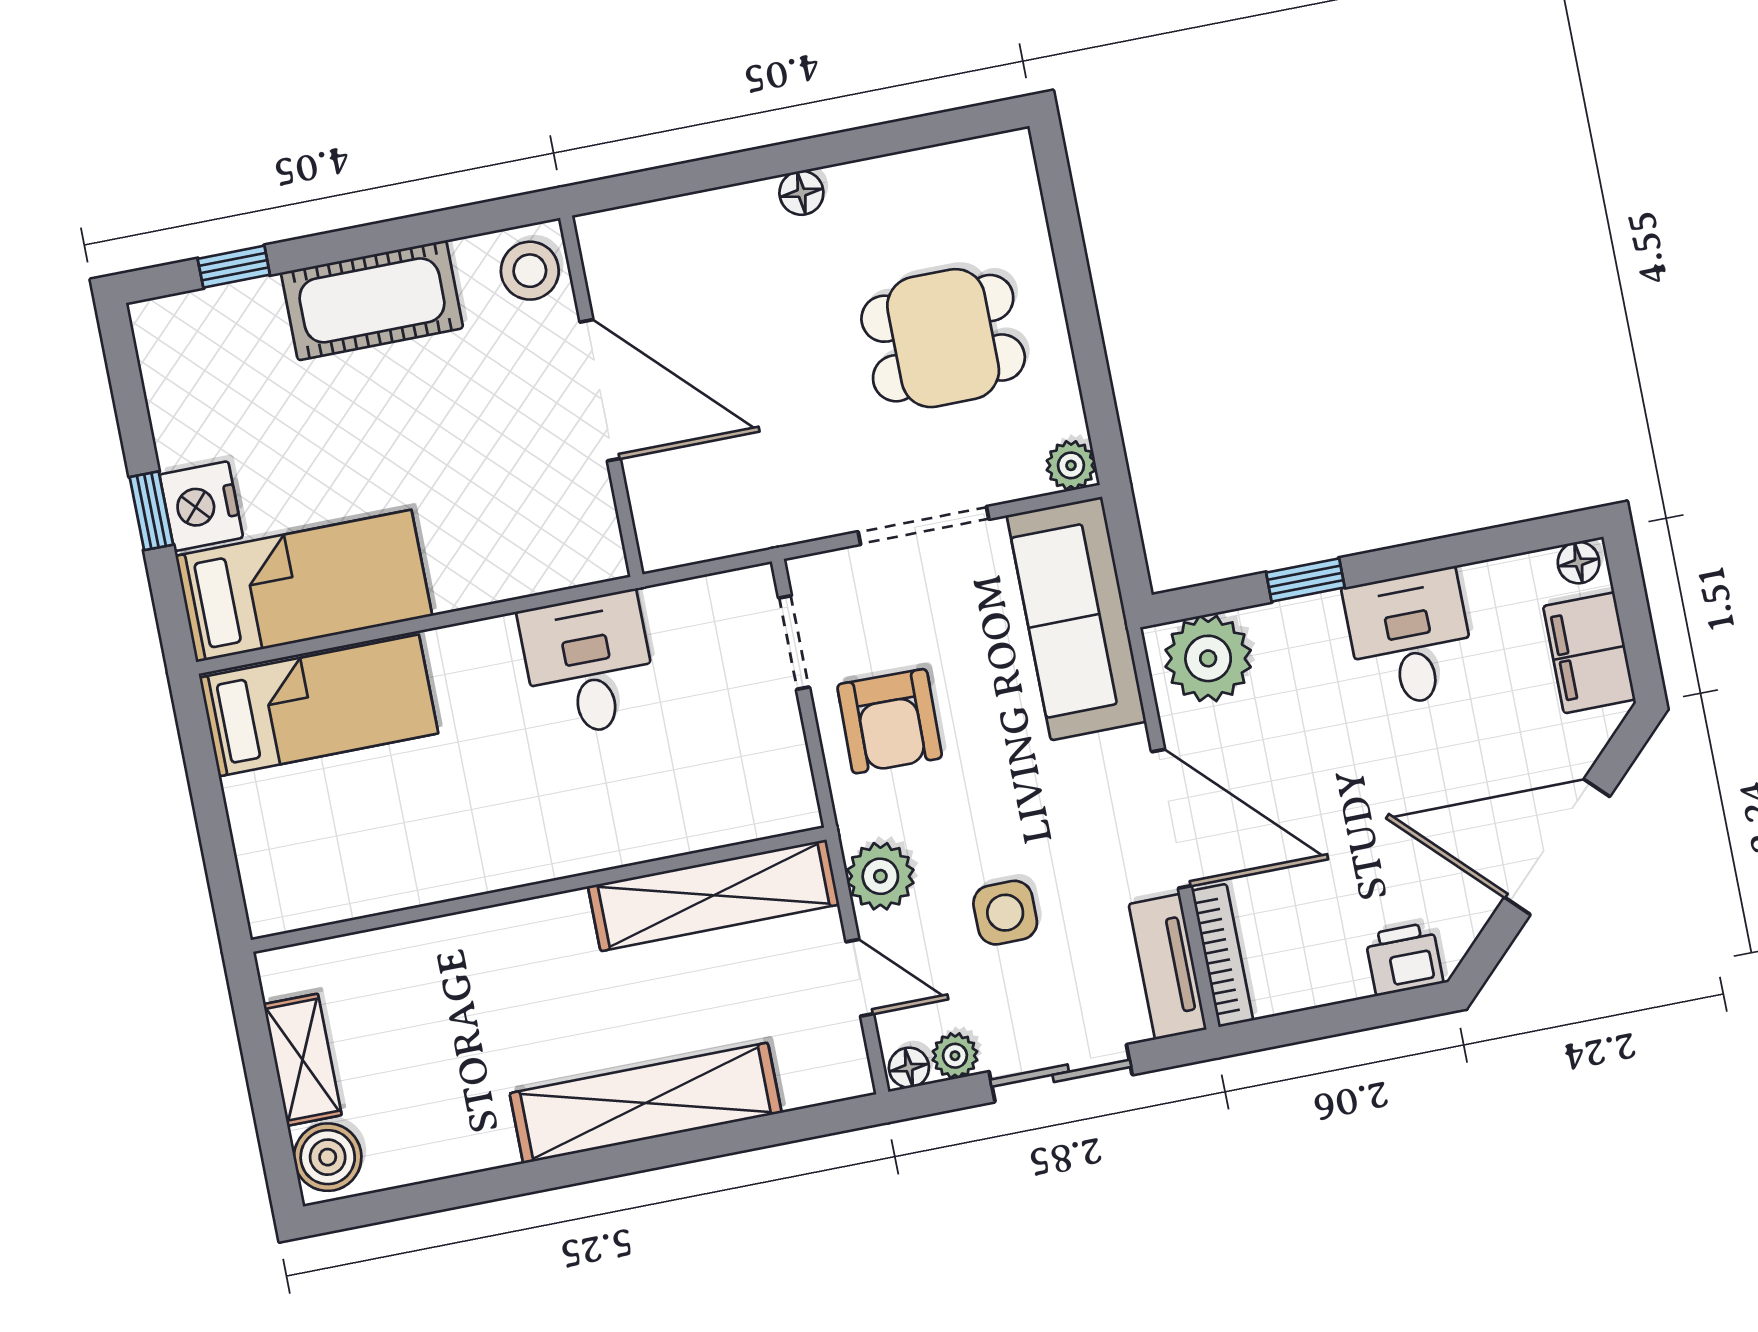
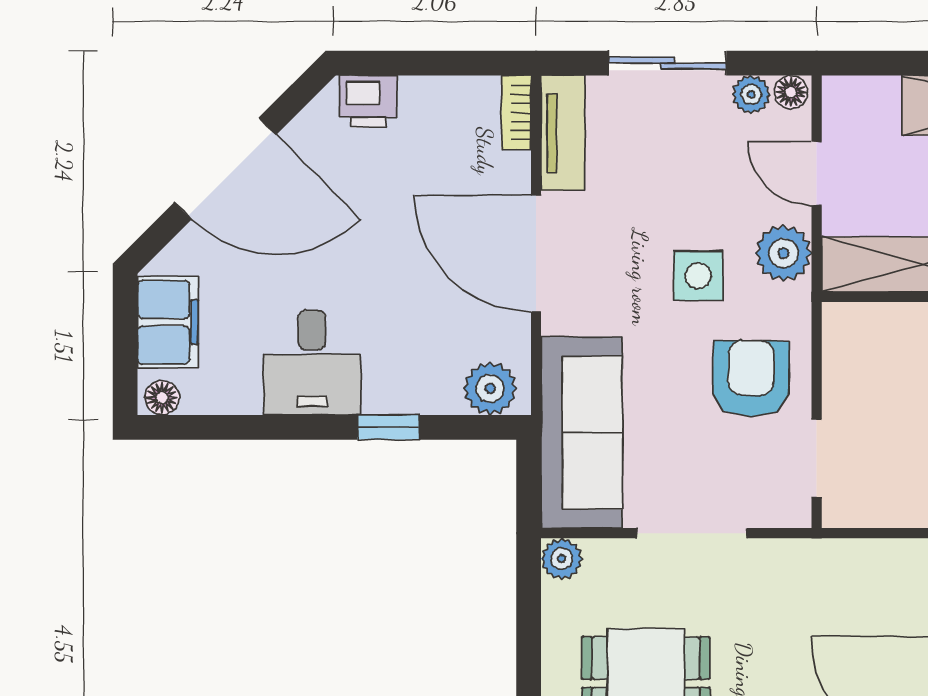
plant: (1208, 658) -> (490, 388), width x0.73, depth x0.73
side table: (1005, 913) -> (698, 276), moved
bookcase: (1222, 955) -> (516, 113), width x0.64

